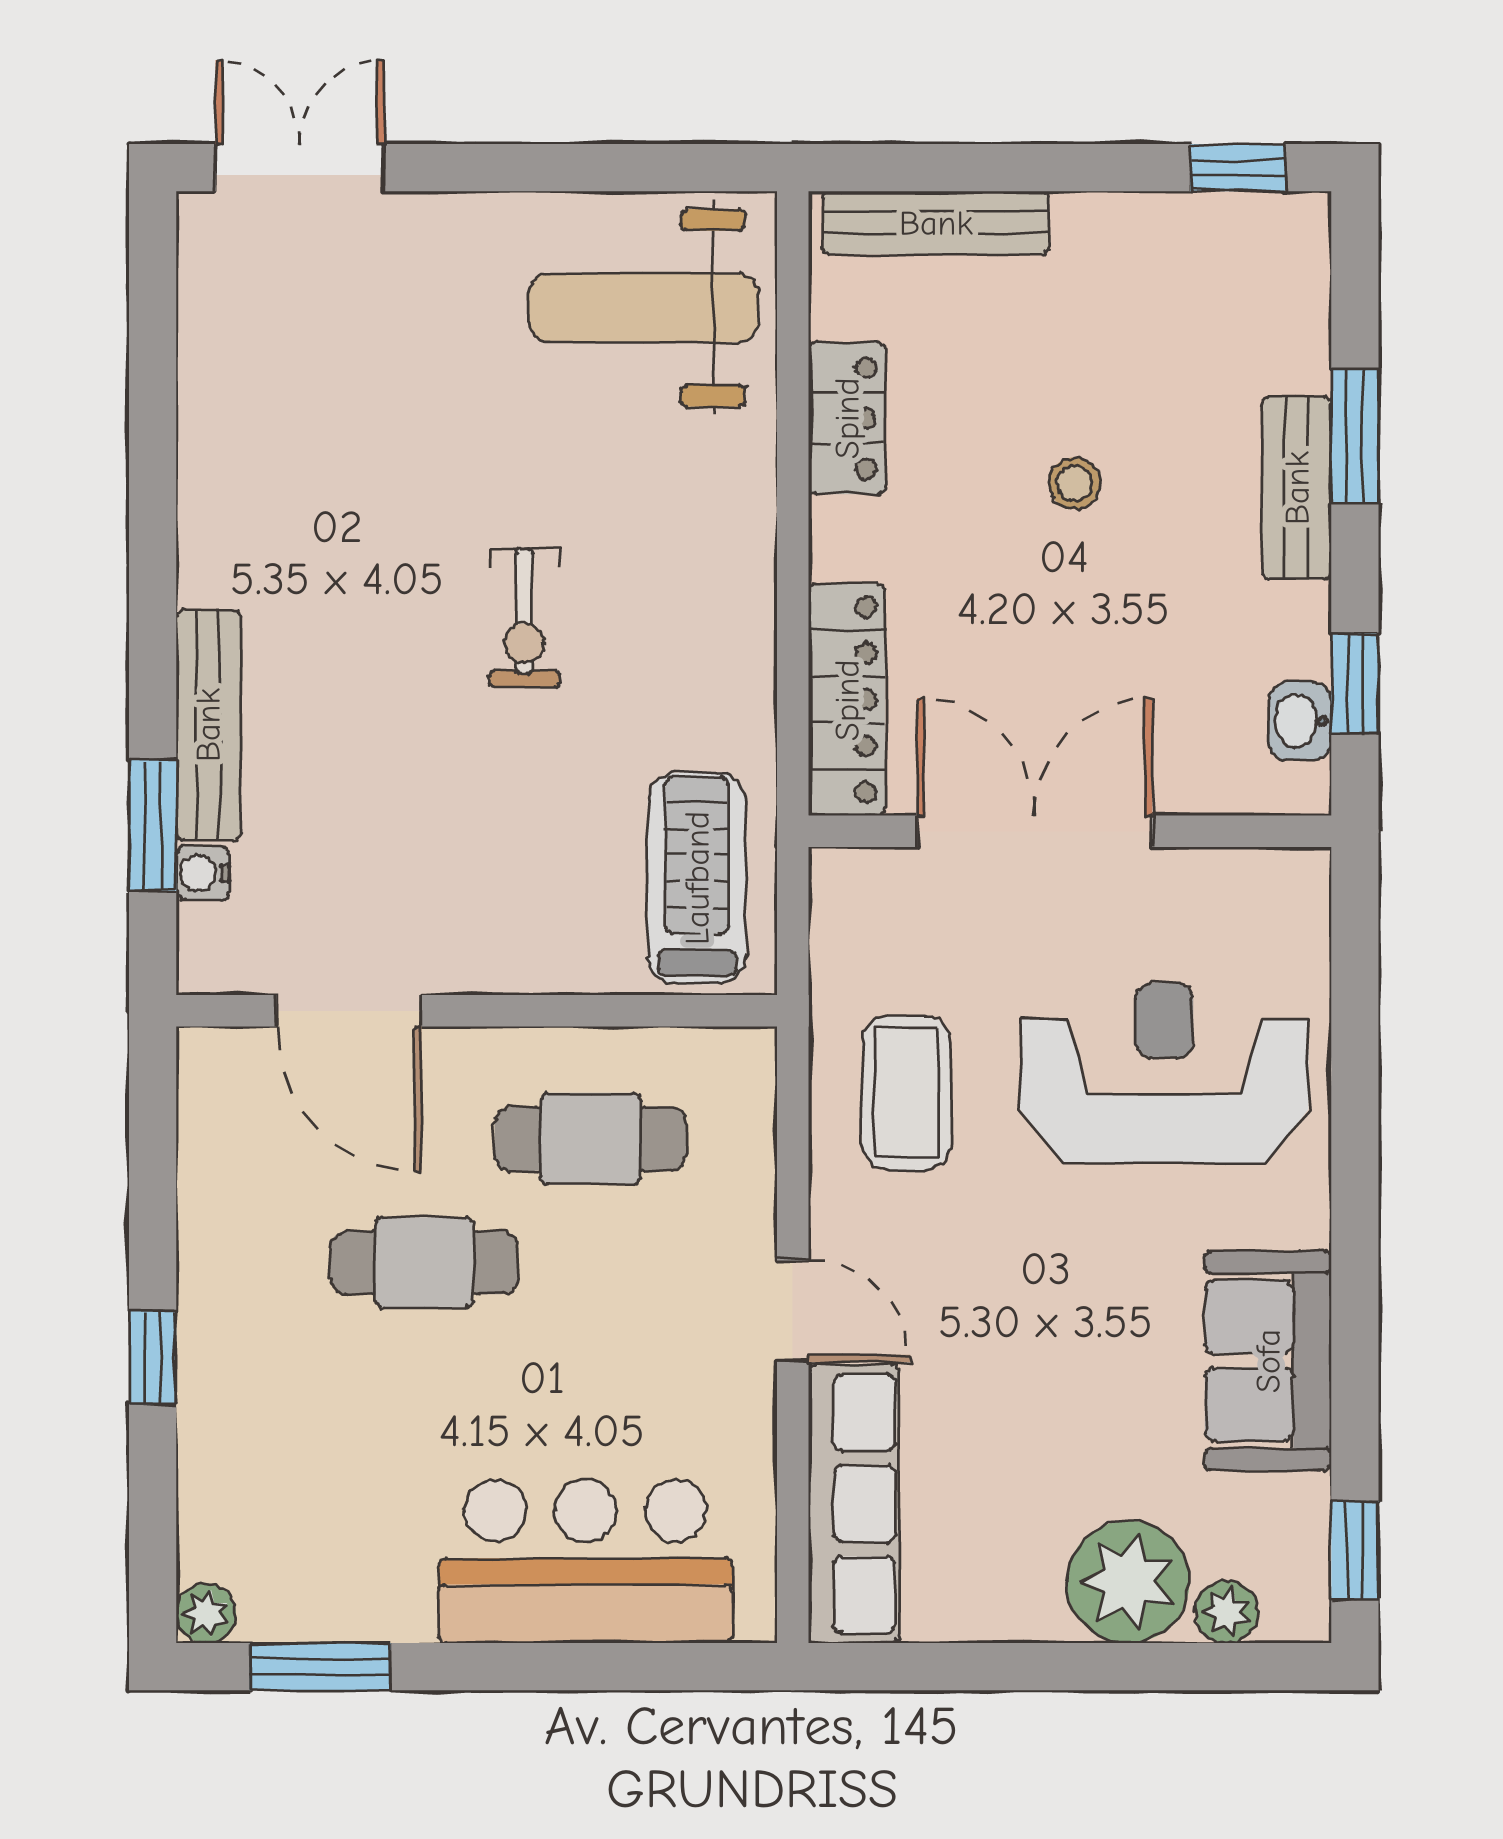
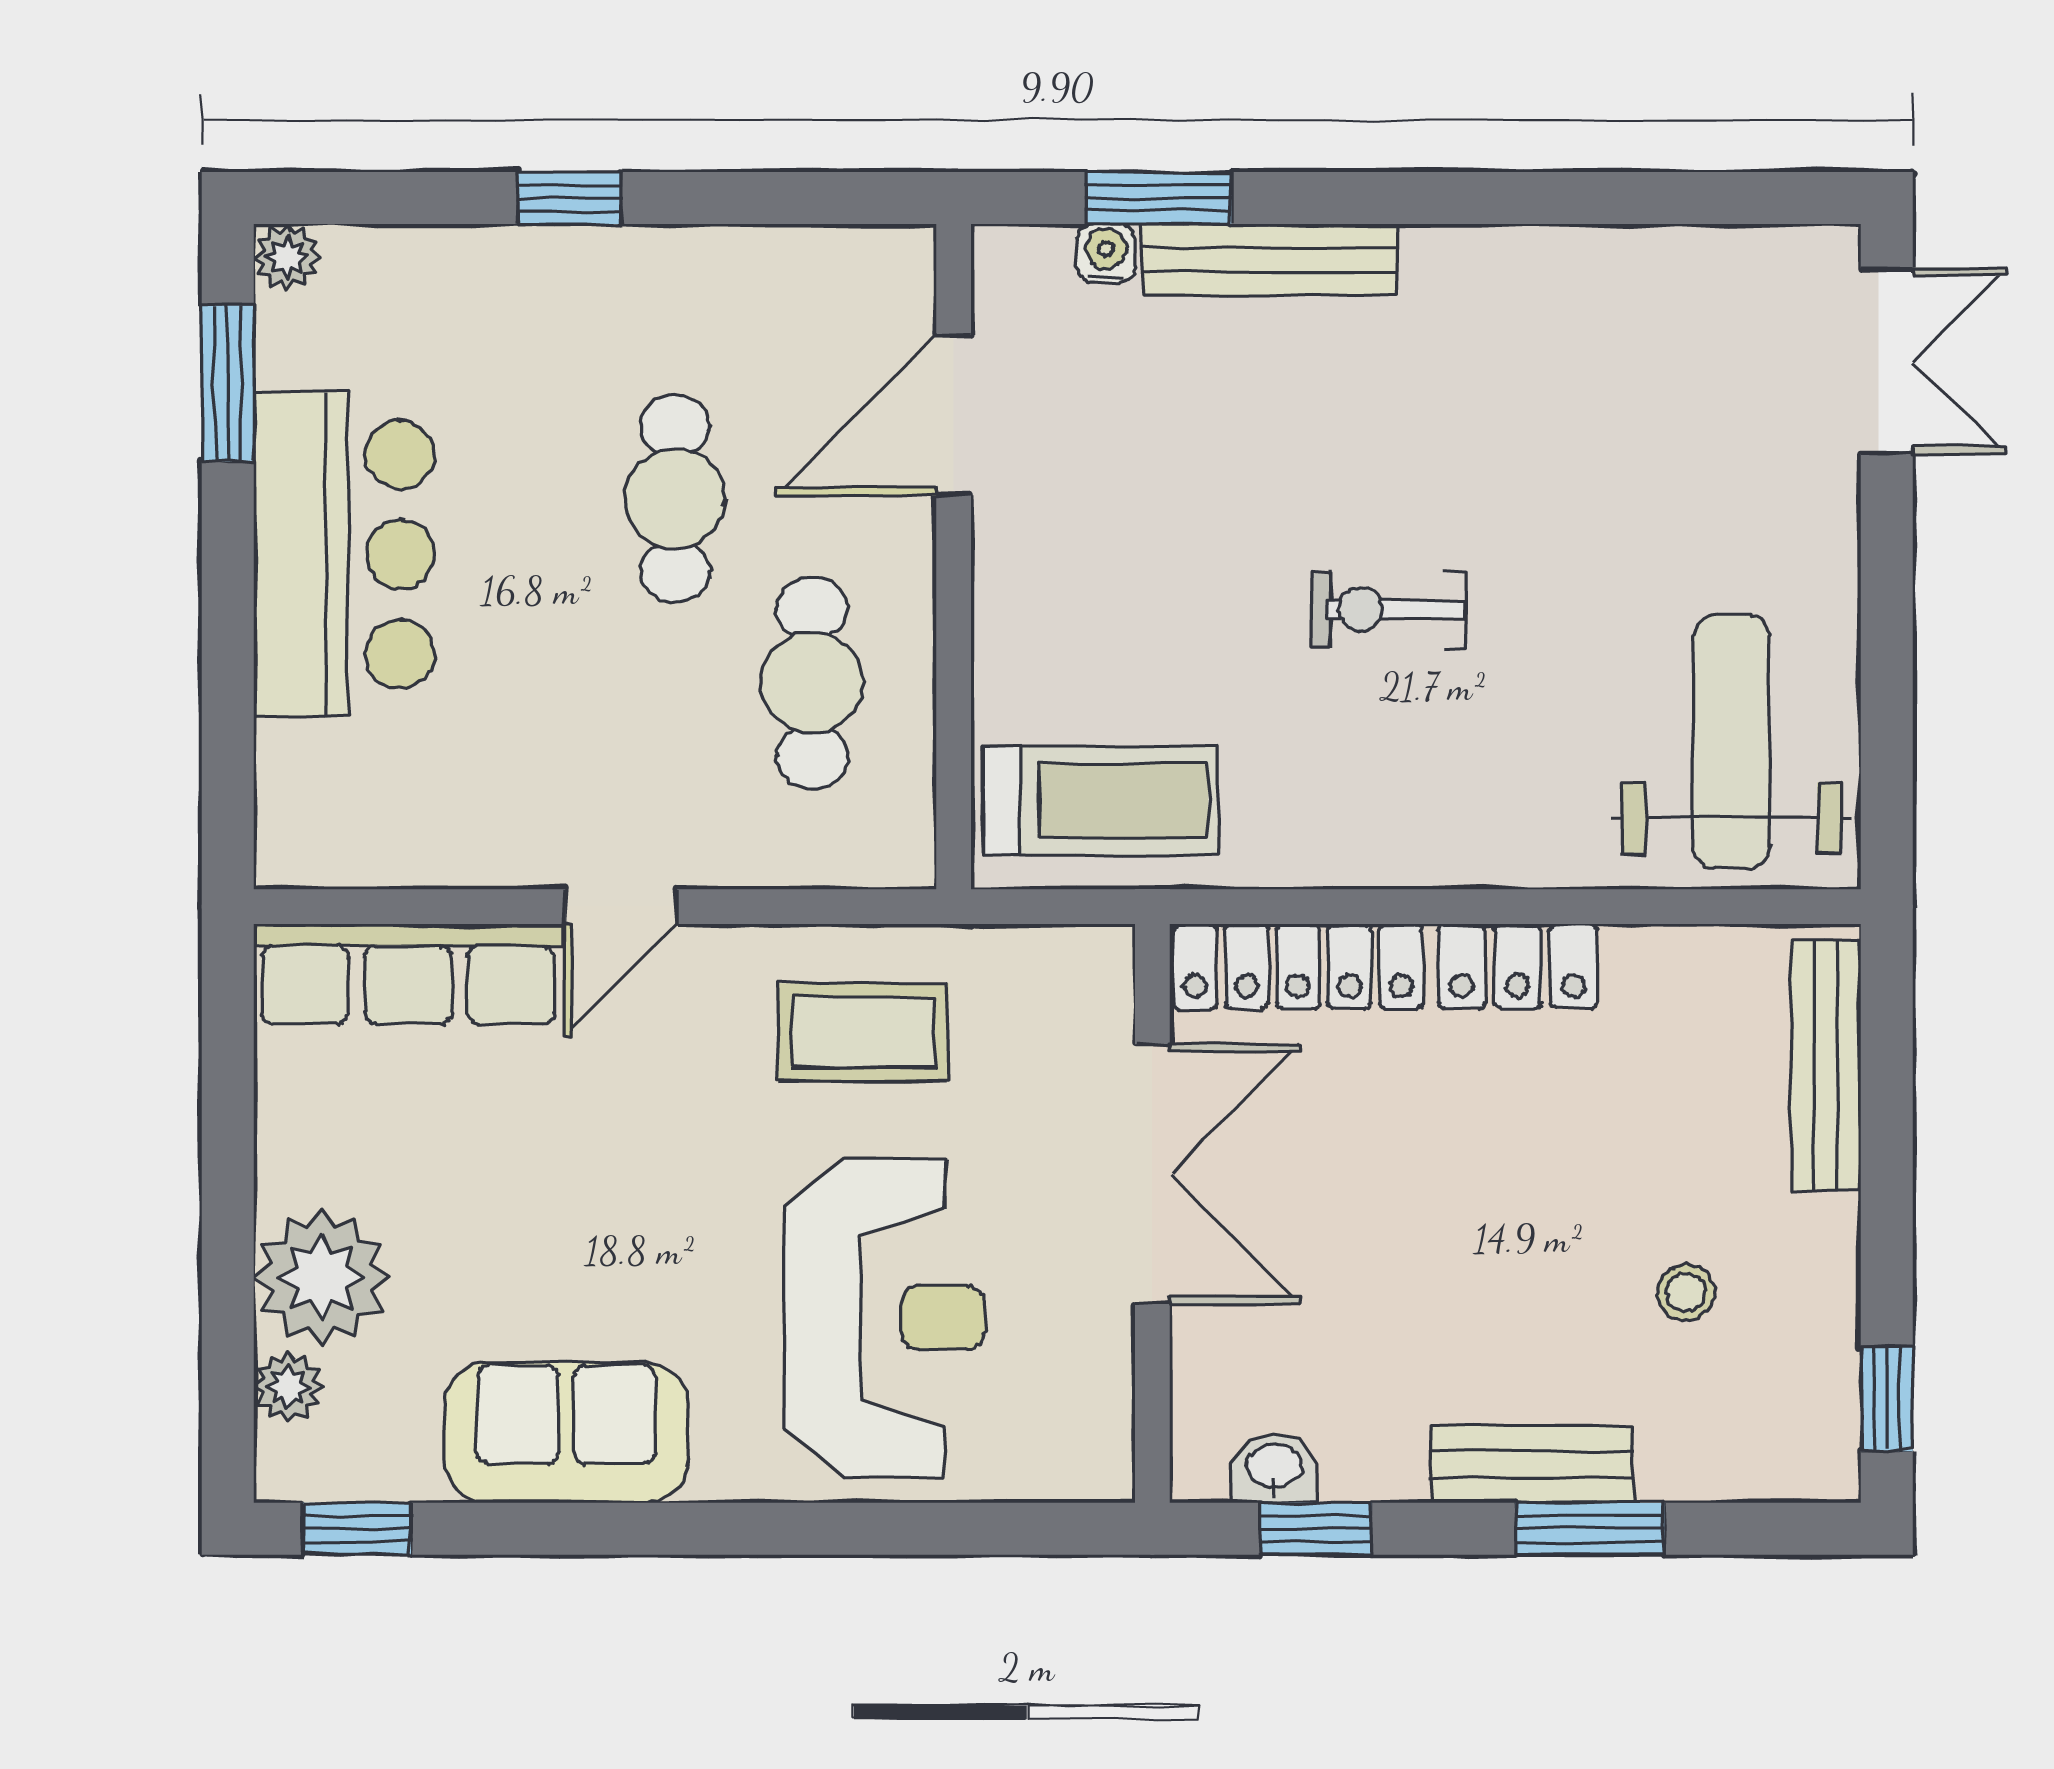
locker: (847, 418) -> (1518, 966), moved
stool: (1075, 483) -> (1686, 1292), moved
bar counter: (586, 1562) -> (344, 554), moved

